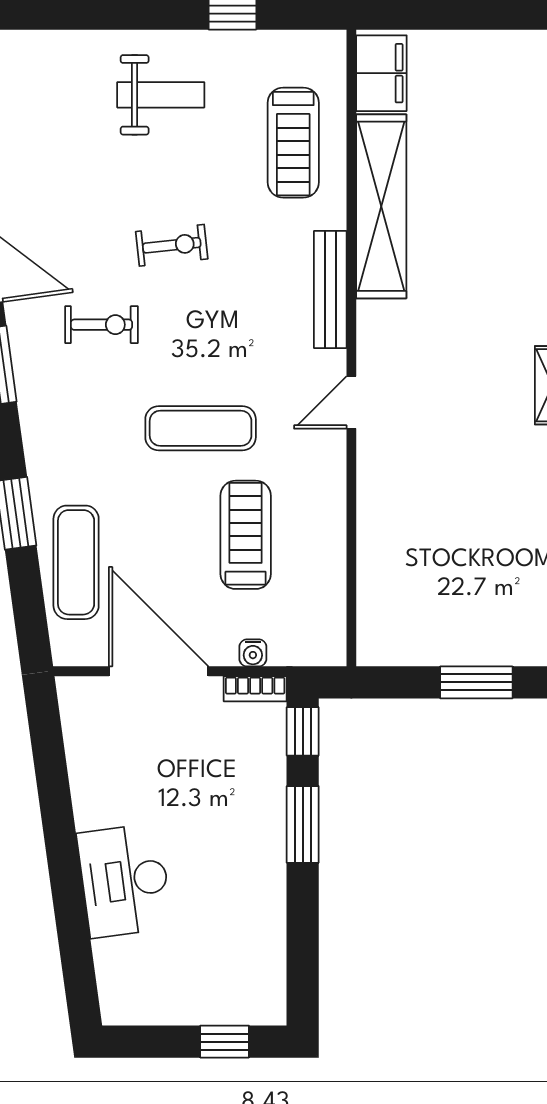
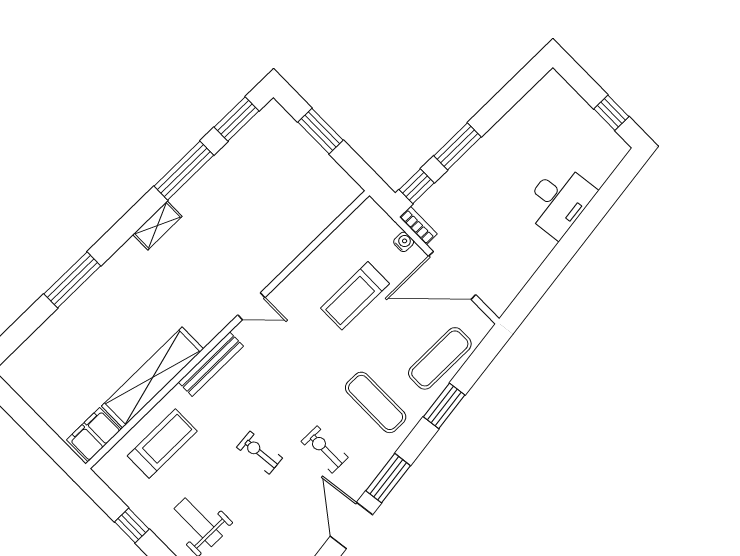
exercise mat: (201, 428) -> (376, 402), moved
door: (159, 671) -> (452, 275), hinge flipped
window: (225, 1042) -> (611, 113), moved

